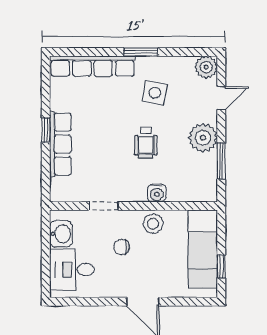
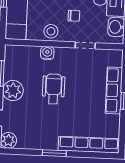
side table: (155, 93) -> (46, 124), removed
wheelchair: (146, 143) -> (54, 89), width x1.36, depth x1.37

